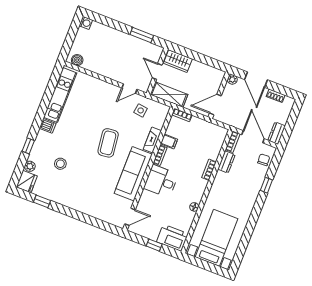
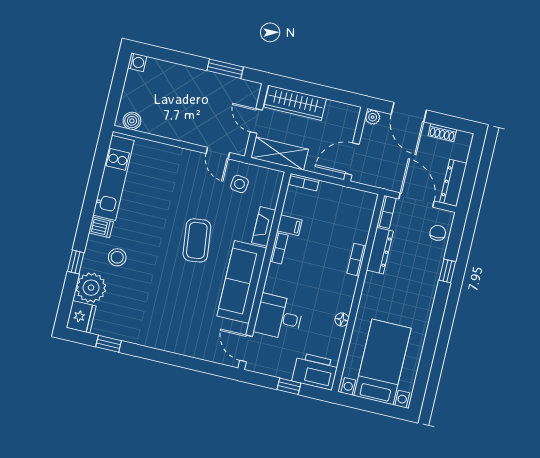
wardrobe: (178, 61) -> (295, 103), width x1.50
door: (129, 89) -> (218, 153), hinge flipped
dresser: (277, 133) -> (453, 183), width x1.44
dresser: (226, 162) -> (380, 251), width x1.44
stool: (60, 164) -> (117, 257), moved
plant: (30, 166) -> (91, 288), width x1.88, depth x1.88
desk: (161, 181) -> (279, 317), moved
door: (130, 217) -> (246, 348), swing flipped

